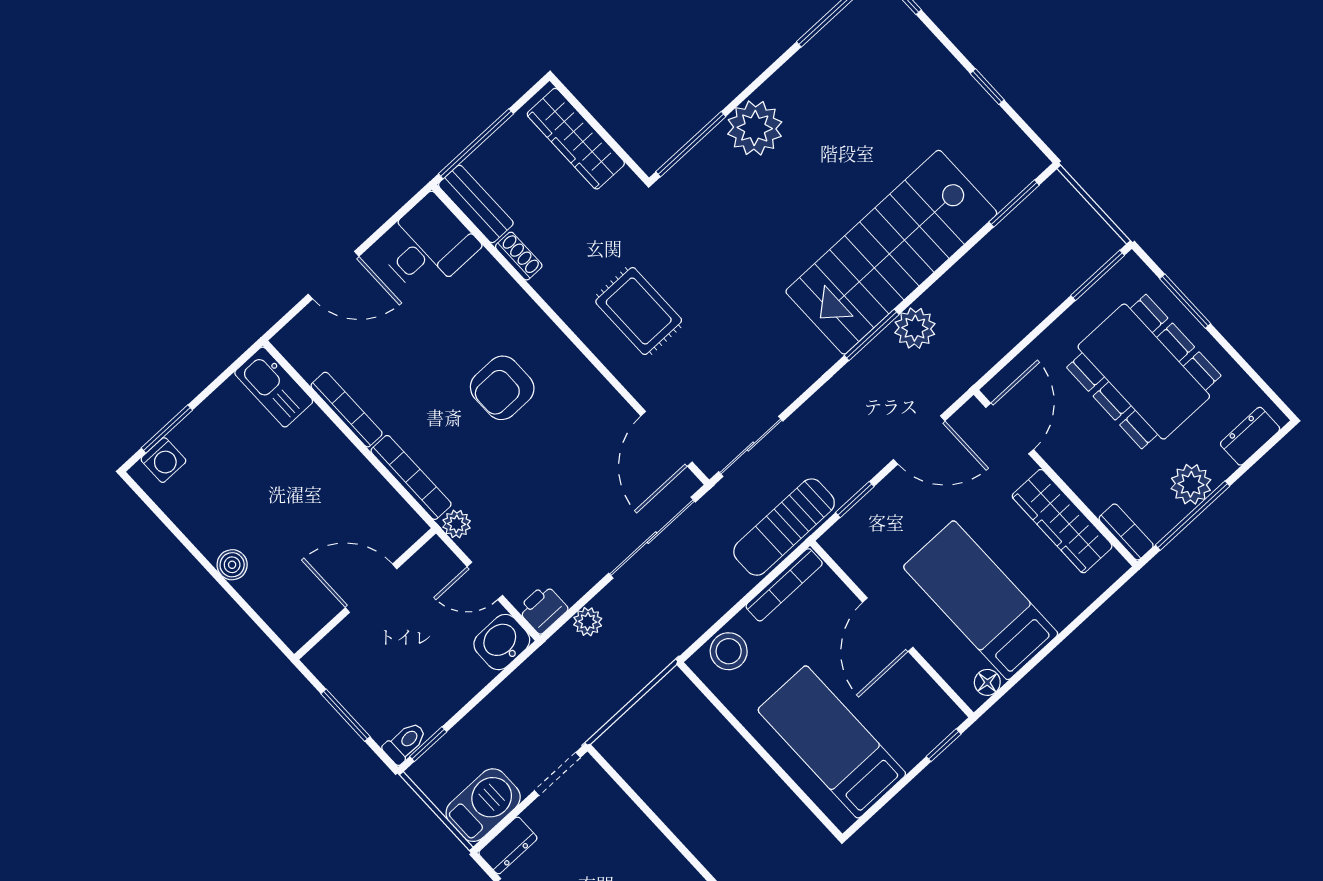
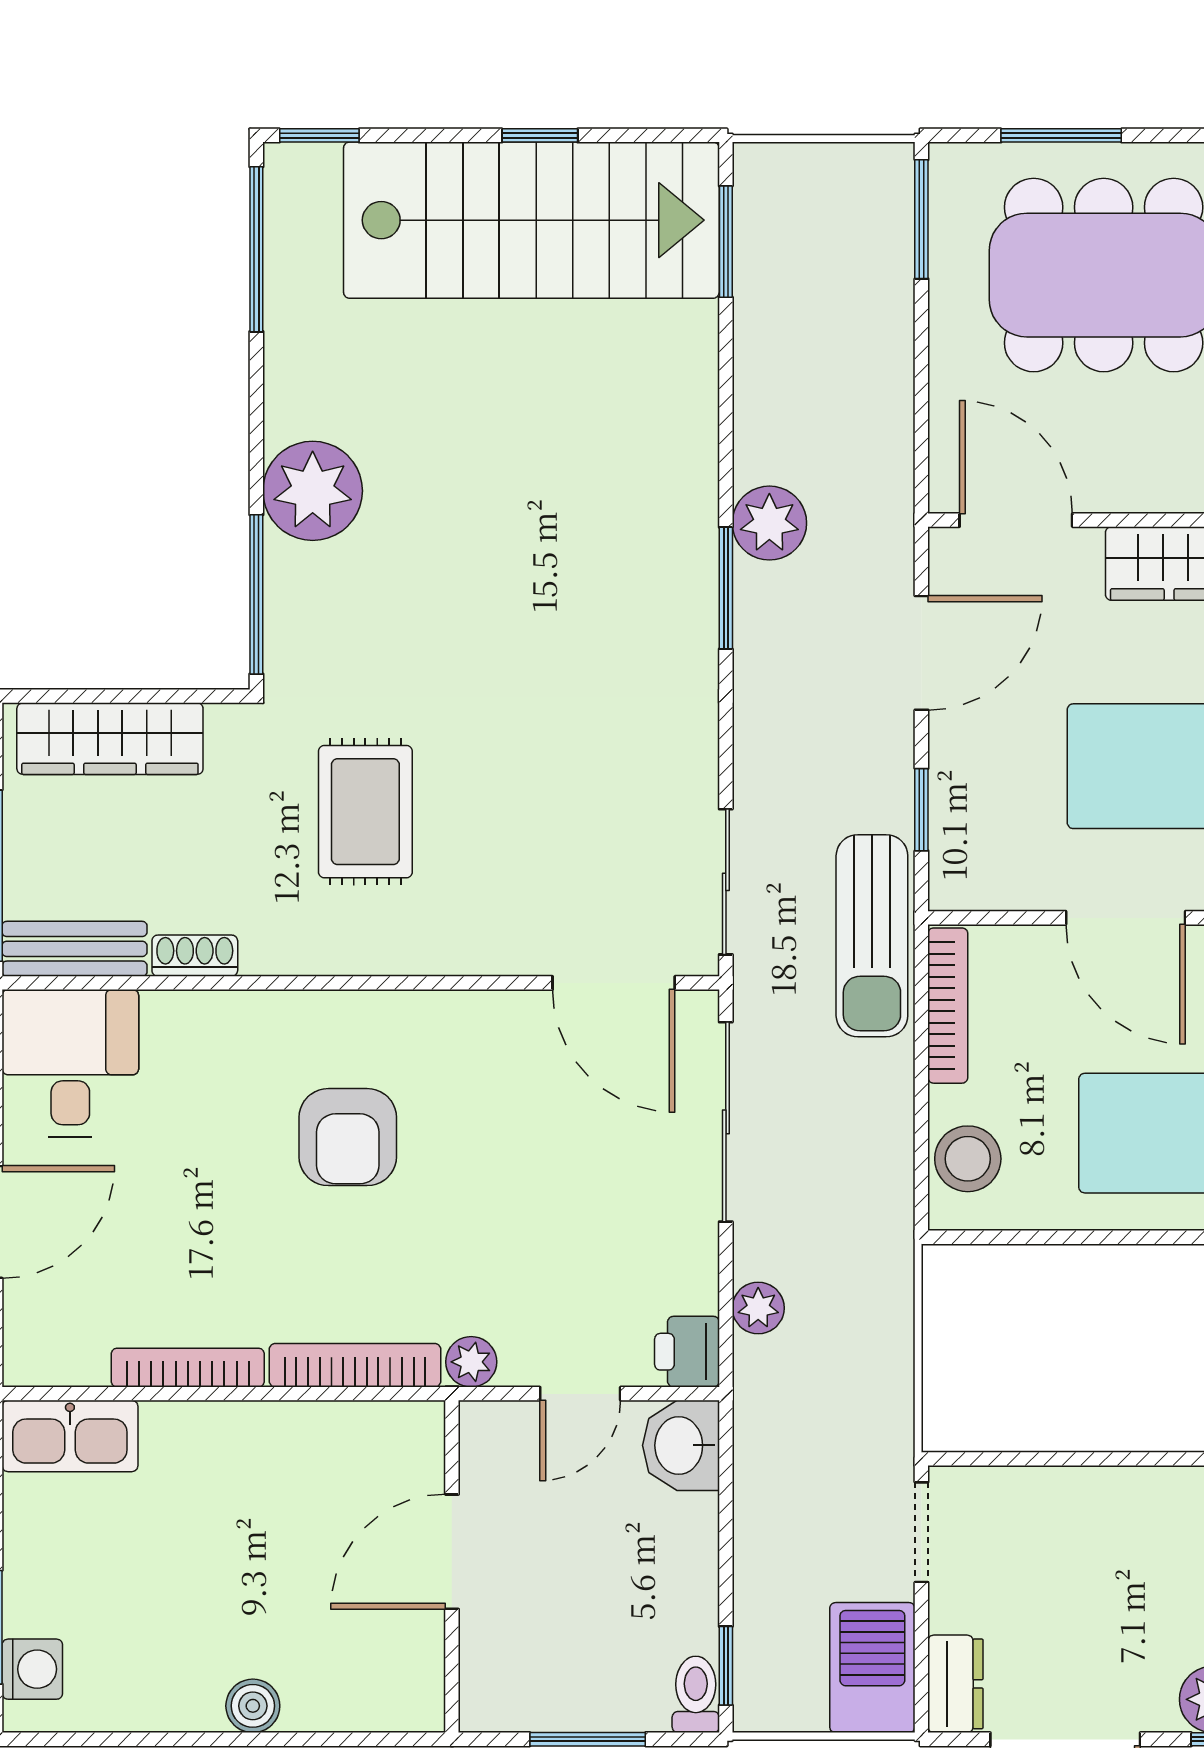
stairs: (891, 252) -> (531, 220), moved, turned -90
rug: (639, 311) -> (365, 812), moved, turned 90

